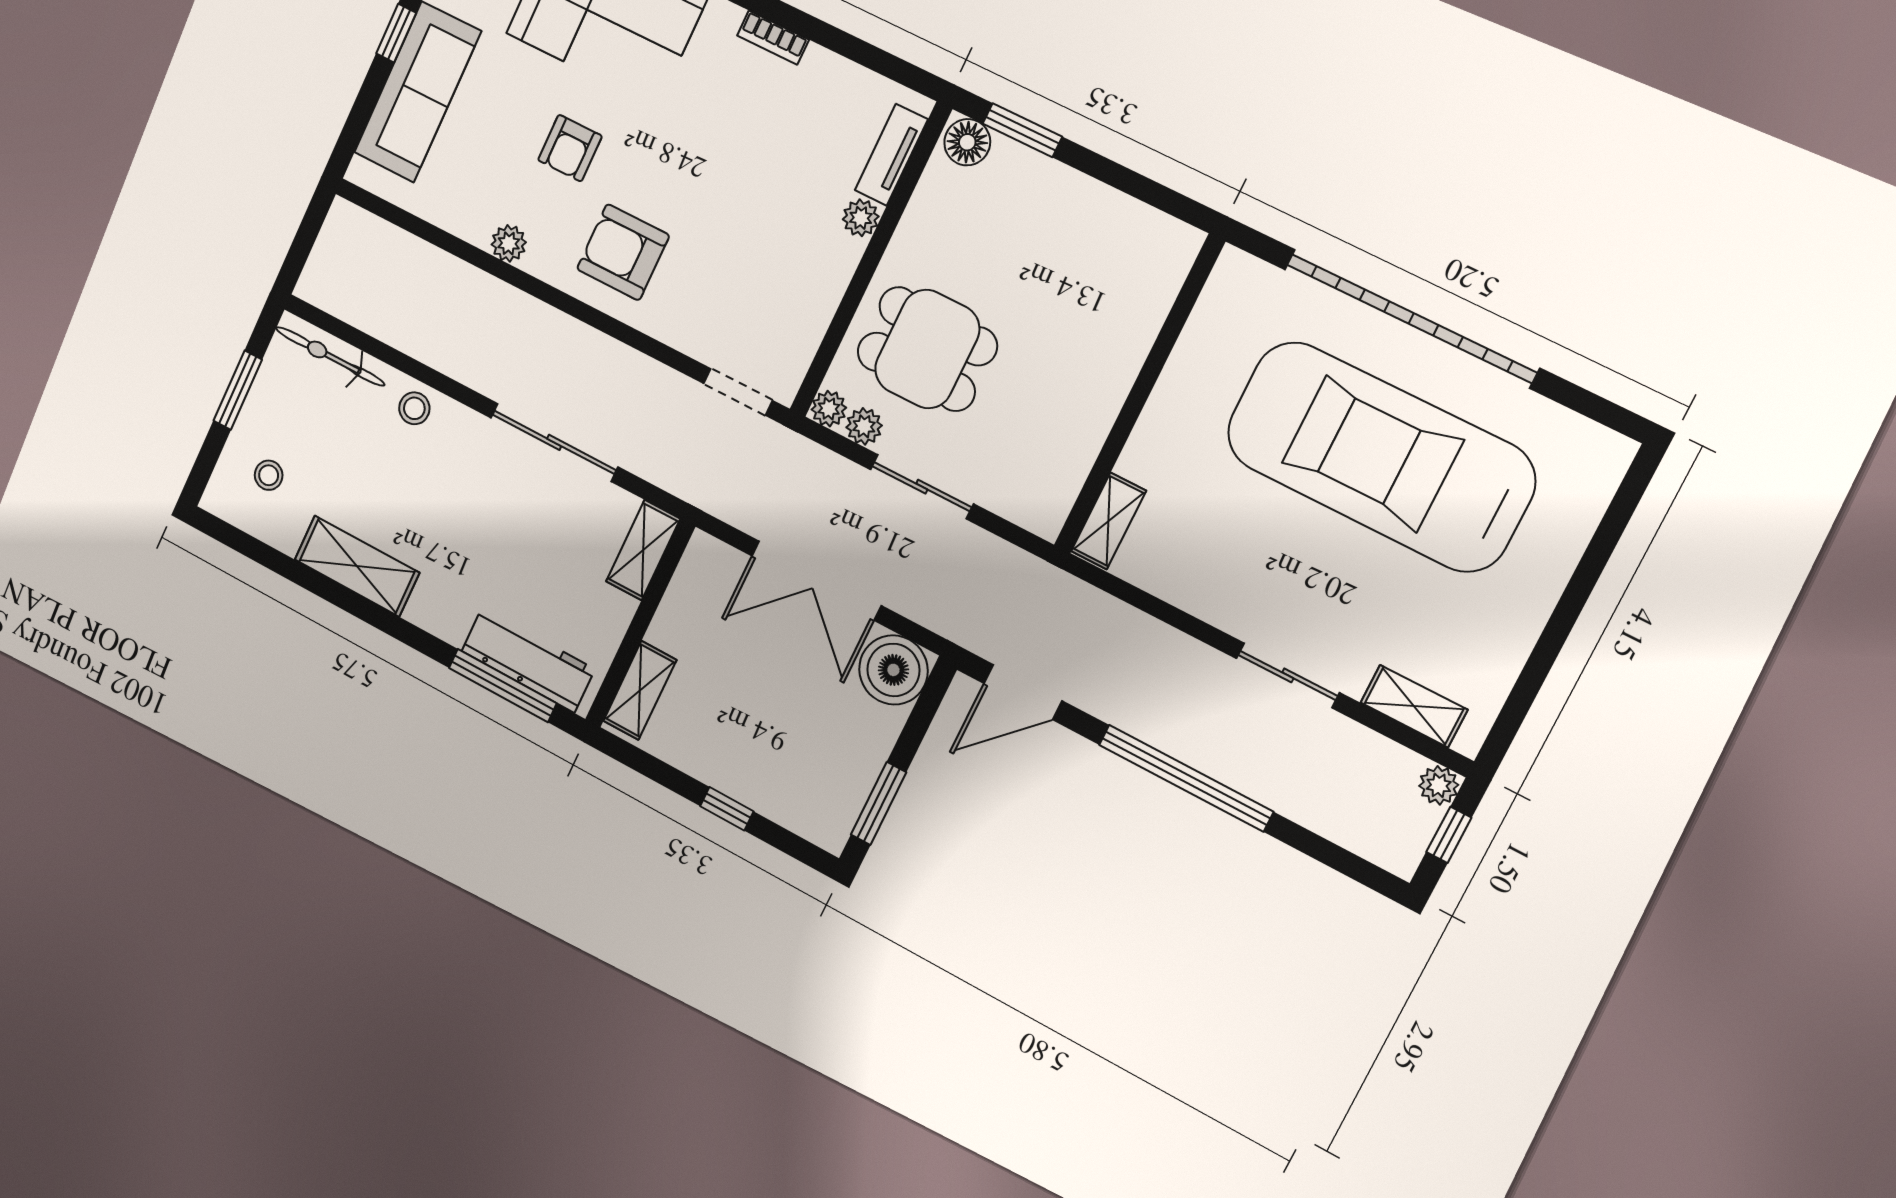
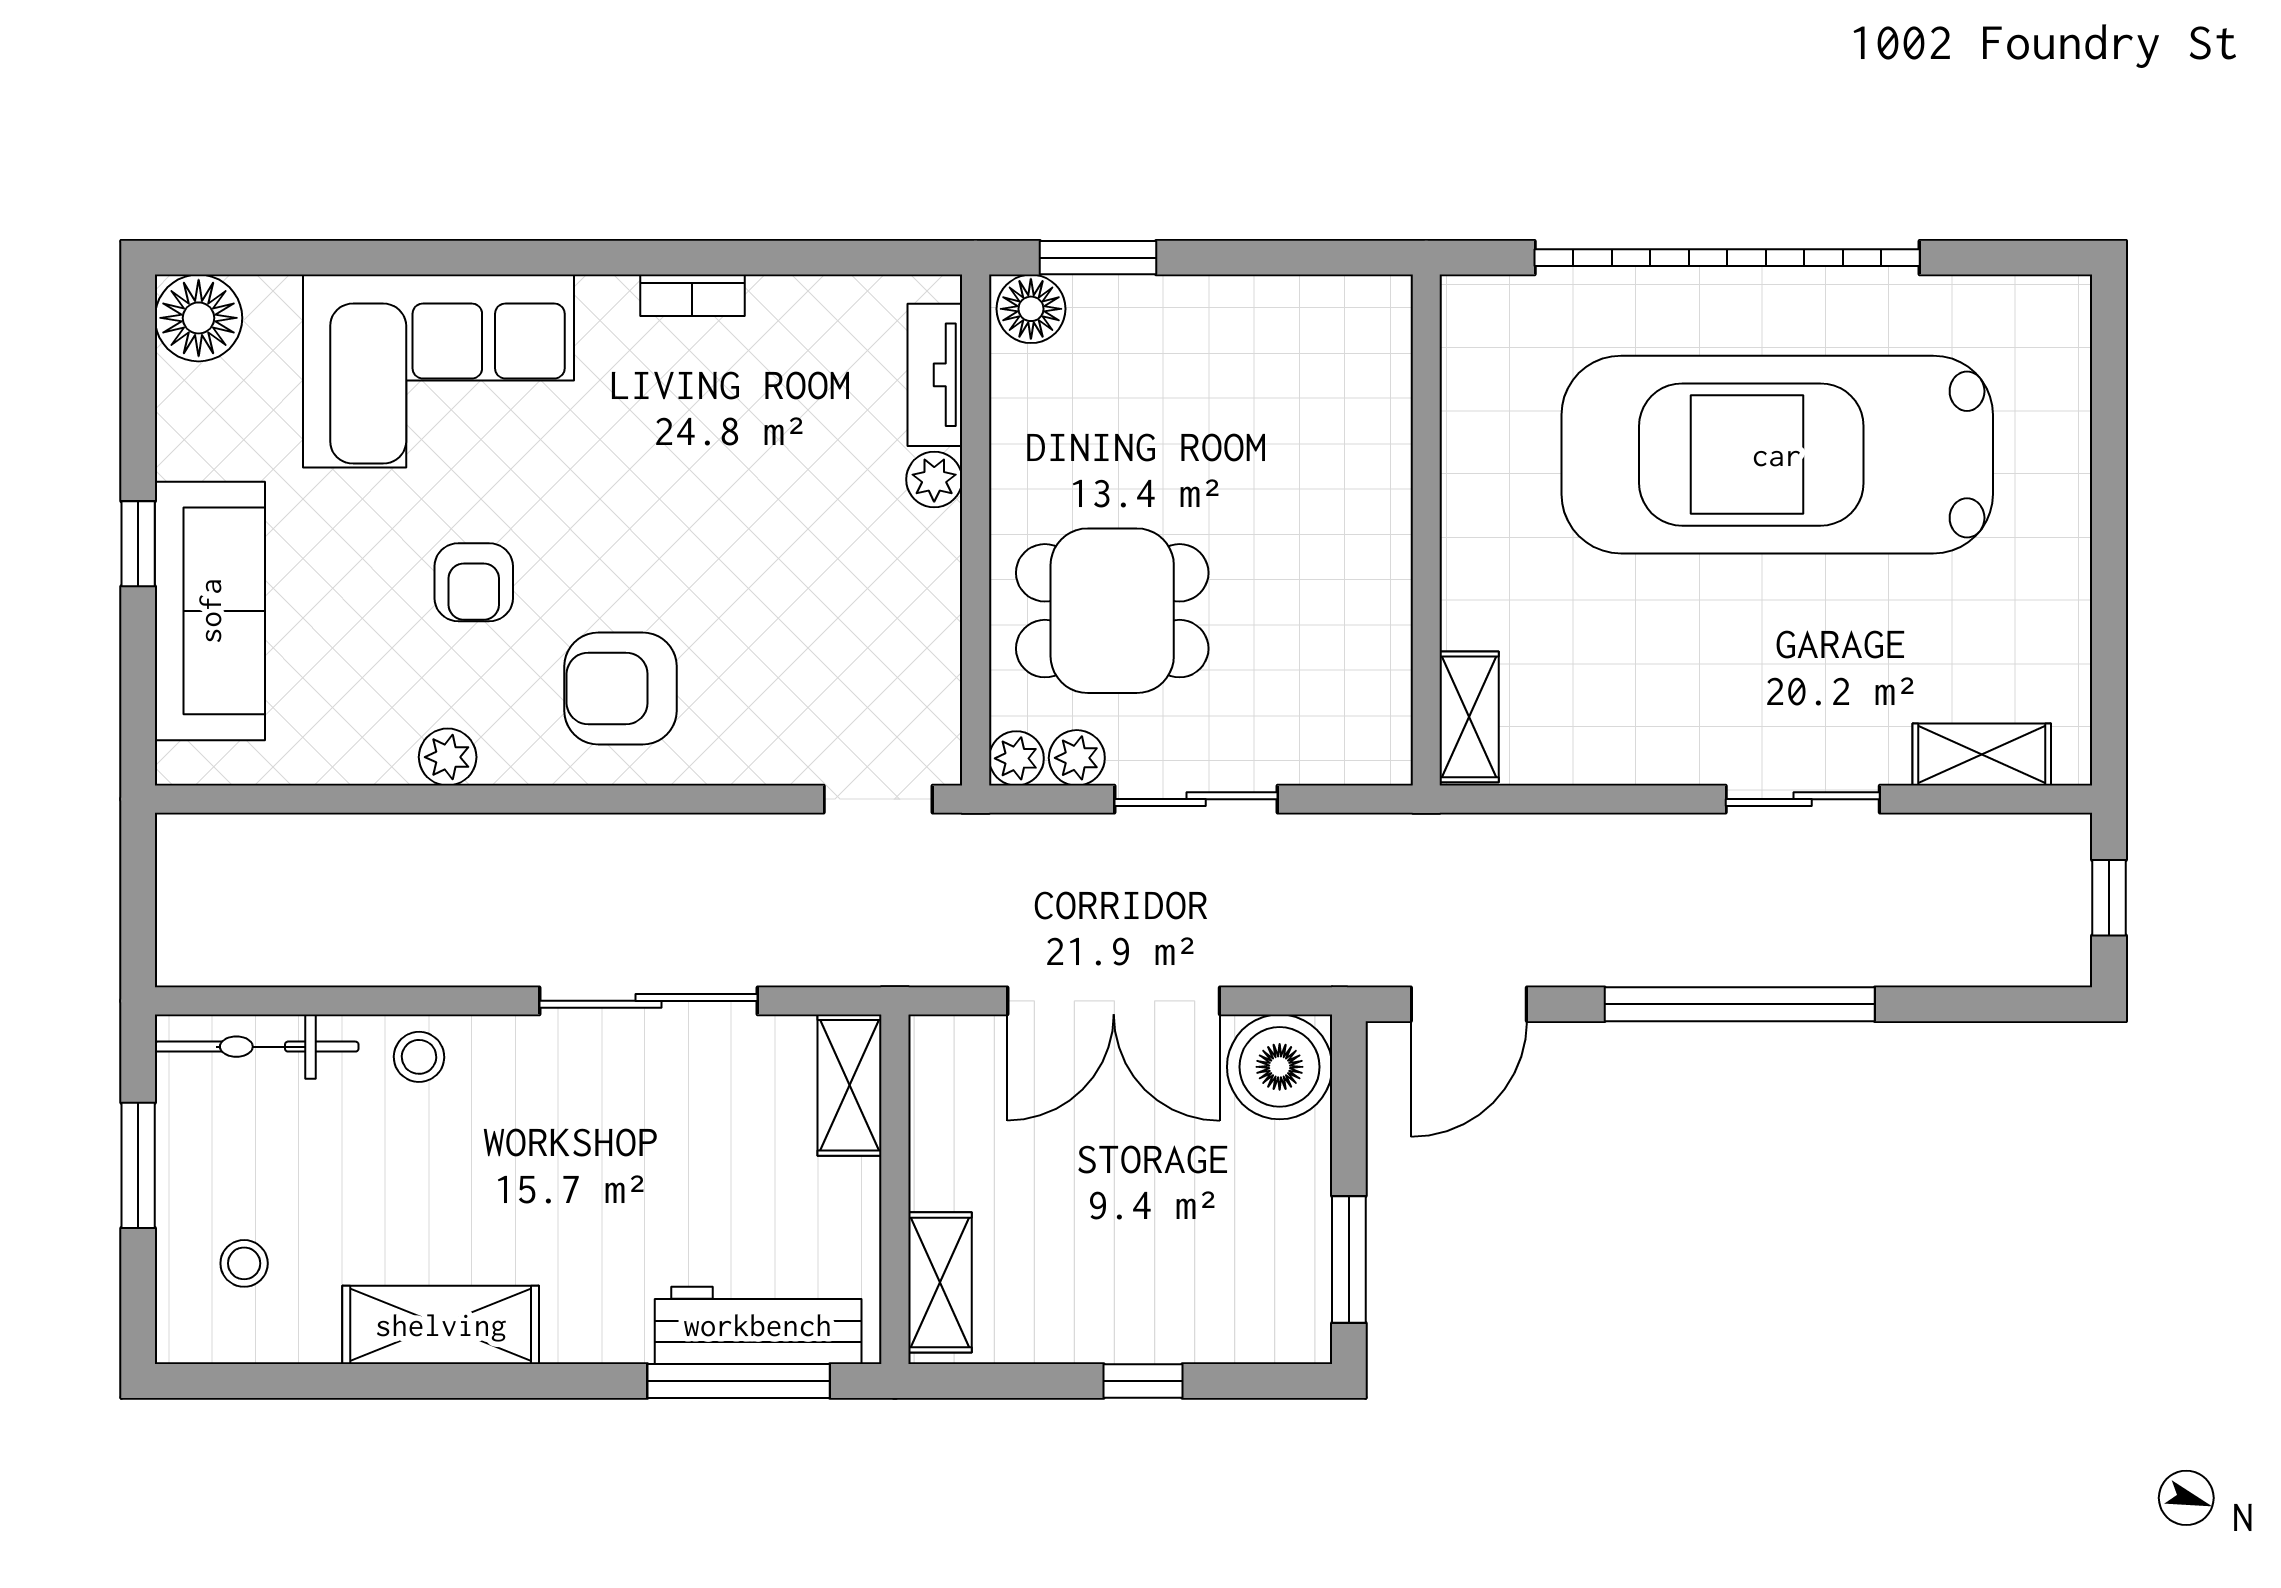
plant: (1439, 785) -> (2064, 841), removed

